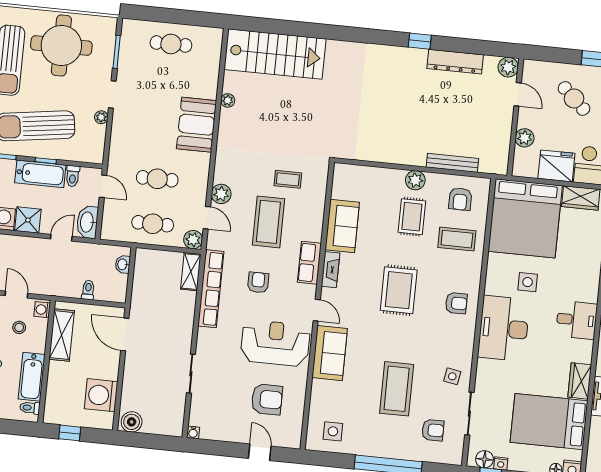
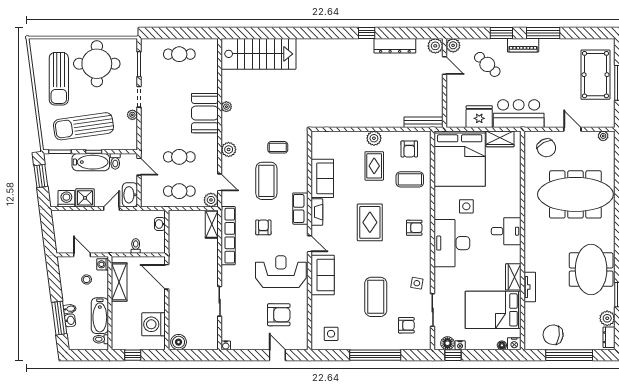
plant: (228, 100) -> (226, 107), moved
plant: (525, 138) -> (453, 45), moved
bench: (452, 163) -> (423, 122), moved
plant: (221, 194) -> (229, 149), moved

